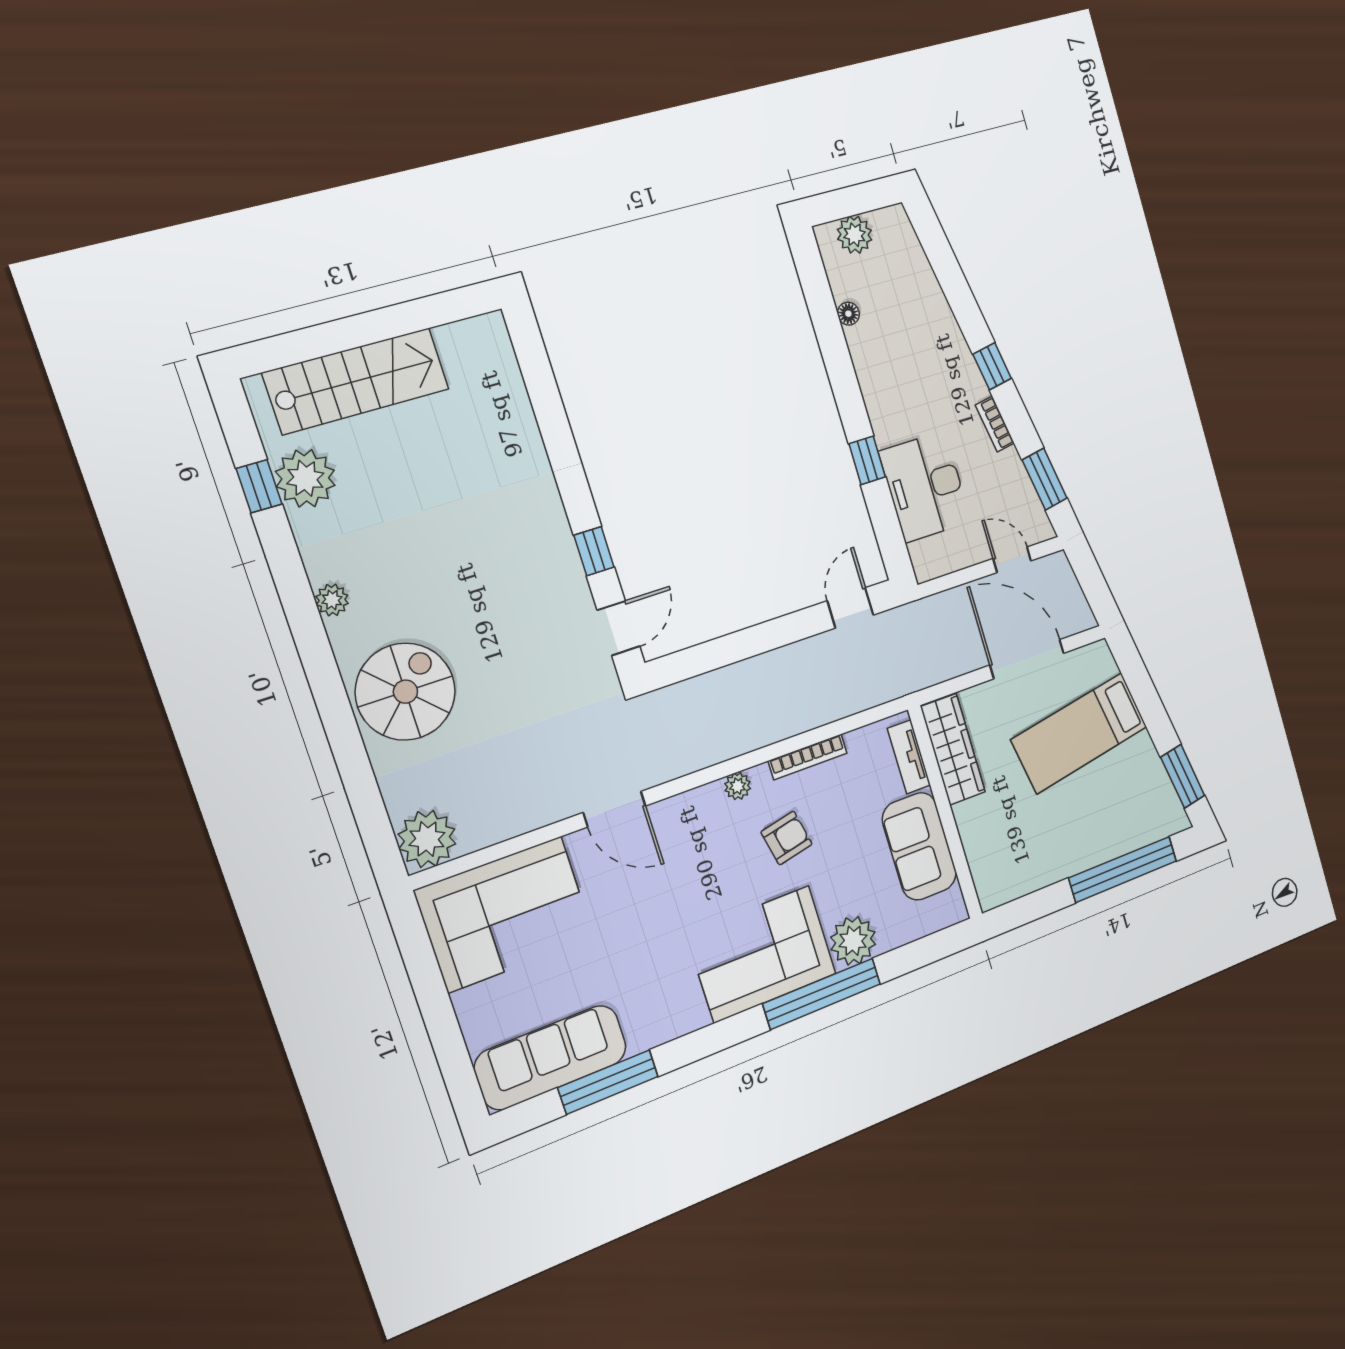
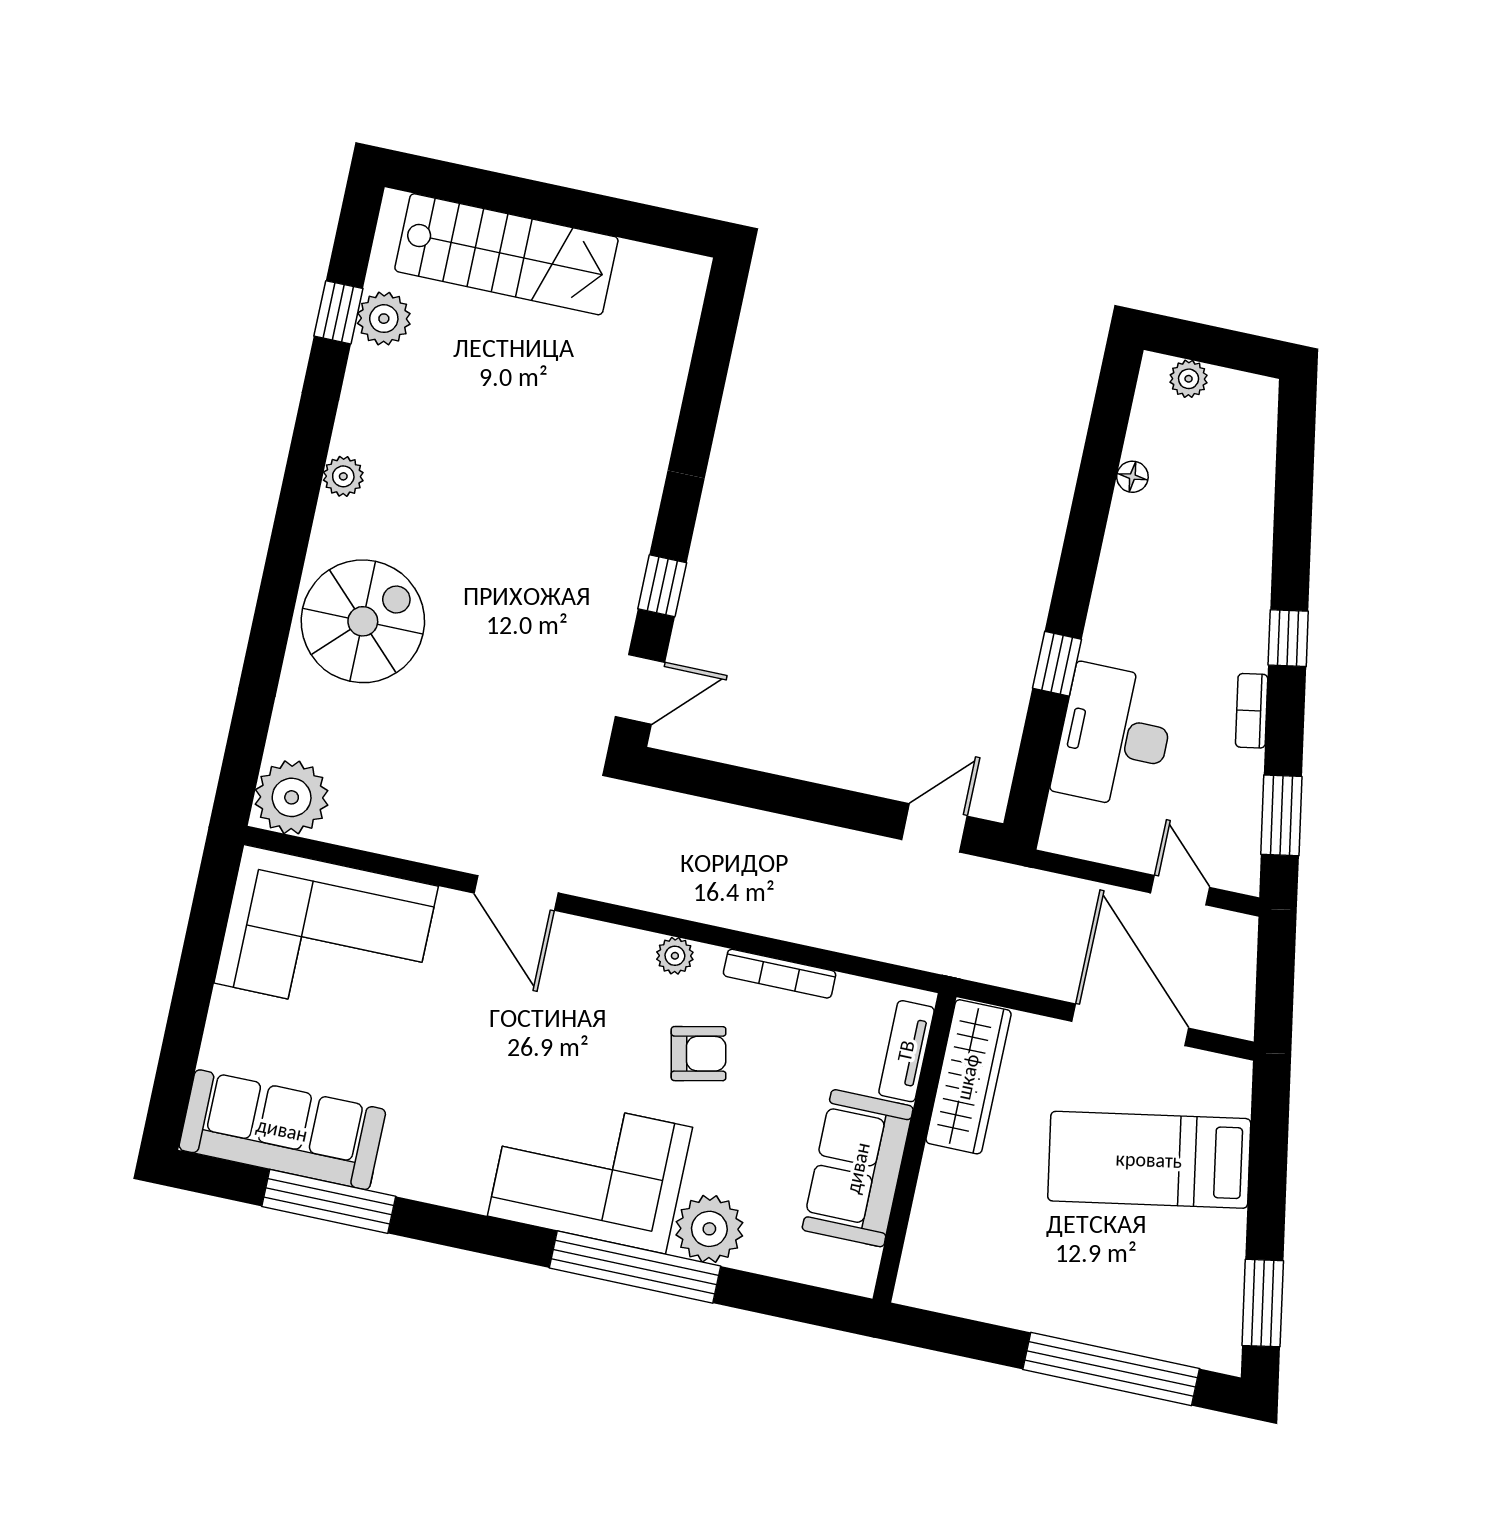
plant: (855, 235) -> (1189, 379), width x0.73, depth x0.73
plant: (305, 478) -> (384, 319), width x0.73, depth x0.73

